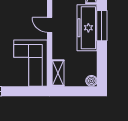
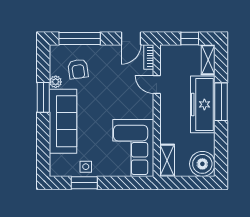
door: (50, 25) -> (157, 84), moved
boiler: (91, 81) -> (202, 164), width x1.86, depth x1.86

